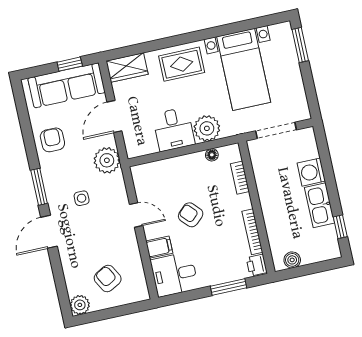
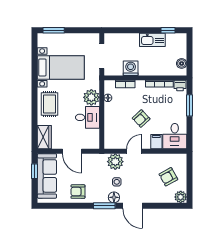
plant: (107, 160) -> (115, 162), moved
washing machine: (311, 172) -> (131, 68), moved, turned 180
floor lamp: (56, 199) -> (114, 197), added

